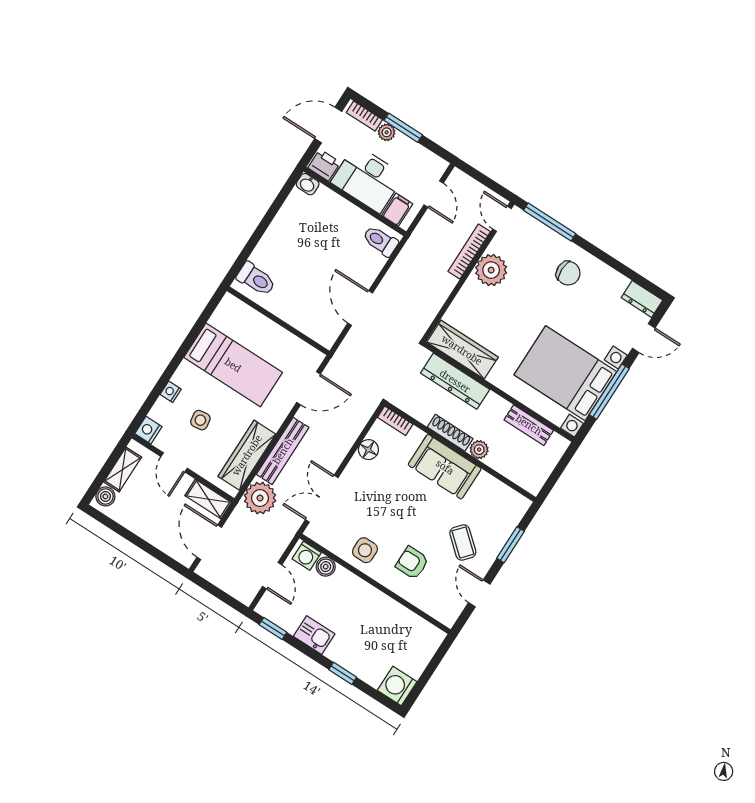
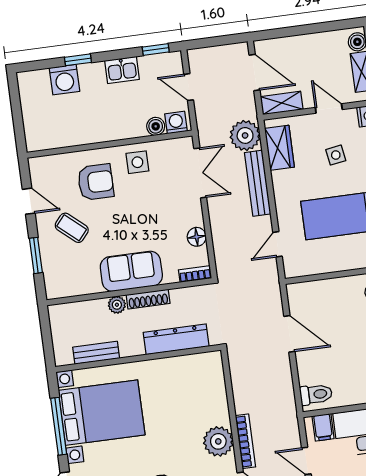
wardrobe: (462, 350) -> (190, 367), removed
door: (308, 388) -> (277, 244), width x0.73
wardrobe: (247, 455) -> (279, 148), width x0.67
armchair: (412, 563) -> (96, 182), width x1.38, depth x1.38
washing machine: (397, 686) -> (65, 80), moved, turned 90

